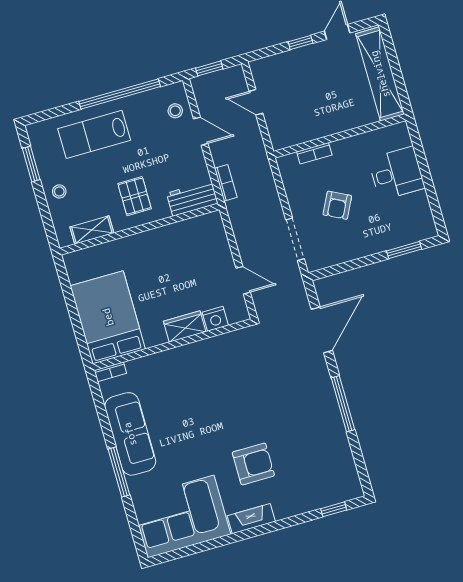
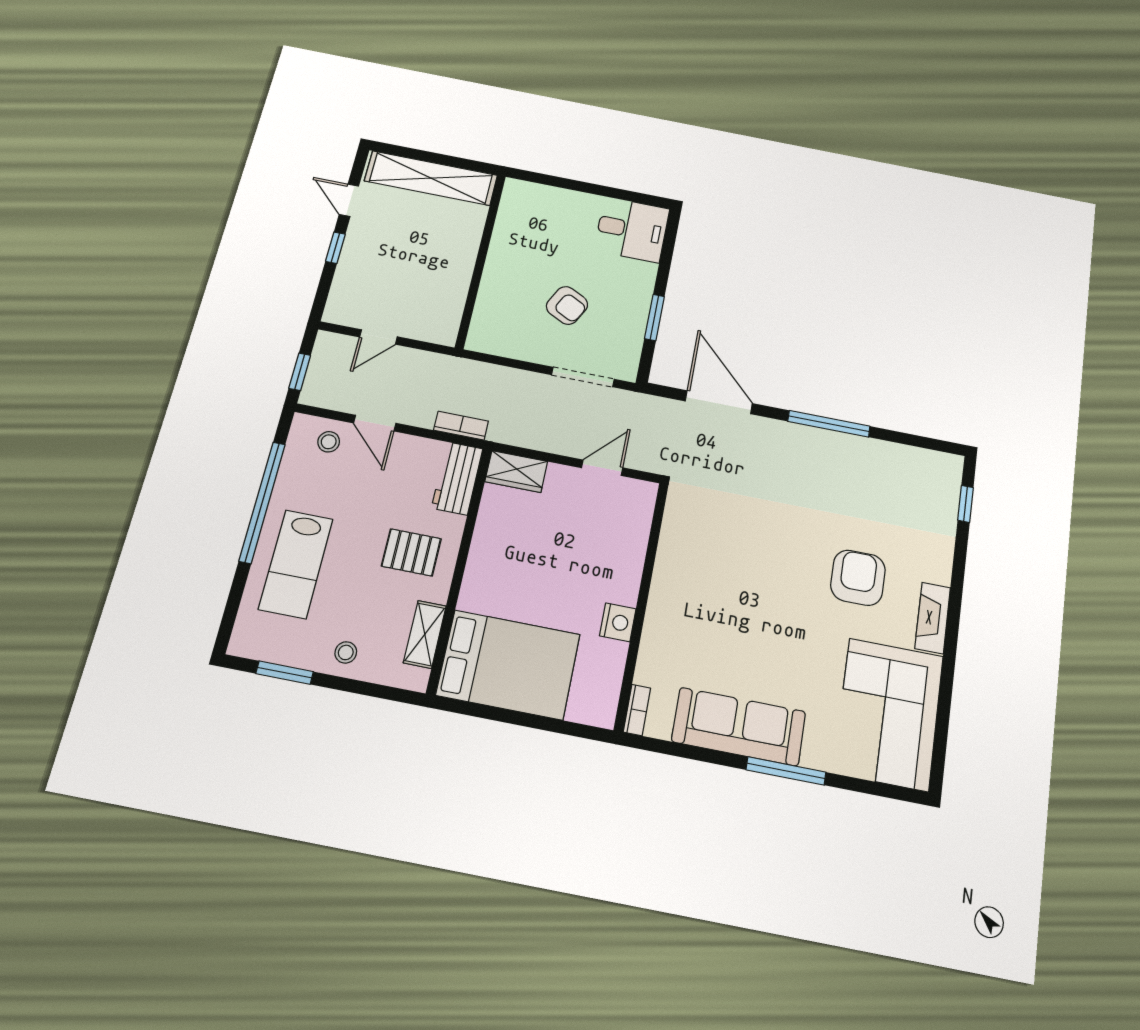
door: (201, 131) -> (375, 423), swing flipped
bookcase: (314, 153) -> (485, 300), removed
desk: (397, 173) -> (632, 230), moved, turned 90
window: (404, 250) -> (654, 317), moved
bed: (108, 317) -> (508, 665), moved, turned 180
nightstand: (215, 319) -> (618, 622), moved
wardrobe: (185, 326) -> (516, 471), moved, turned -90

